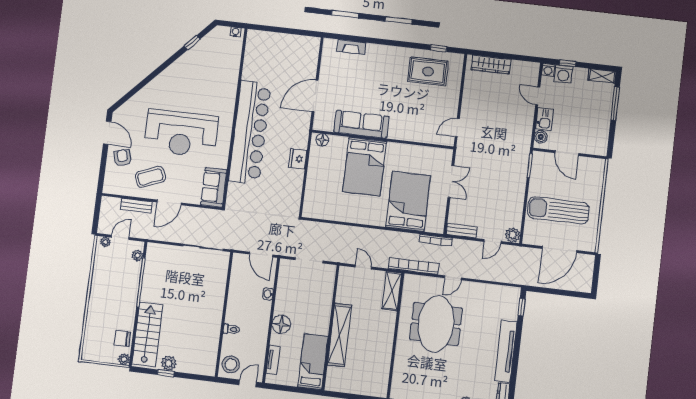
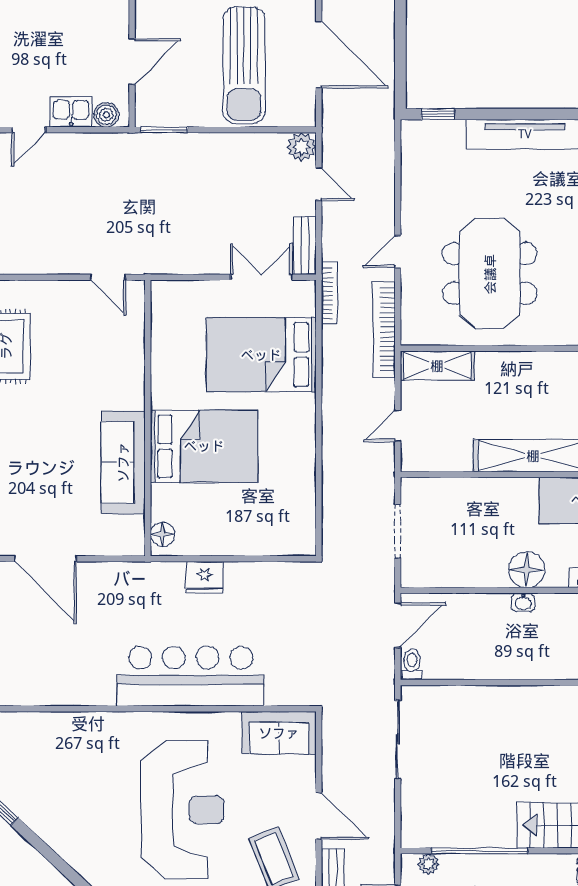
door: (315, 96) -> (46, 559), moved
bar counter: (250, 132) -> (191, 676), width x0.73
double door: (451, 181) -> (261, 277), moved
door: (453, 278) -> (398, 252), swing flipped
washbasin: (268, 294) -> (523, 602), moved
meeting table: (436, 324) -> (490, 274), turned 90
toilet: (231, 329) -> (412, 664), moved

